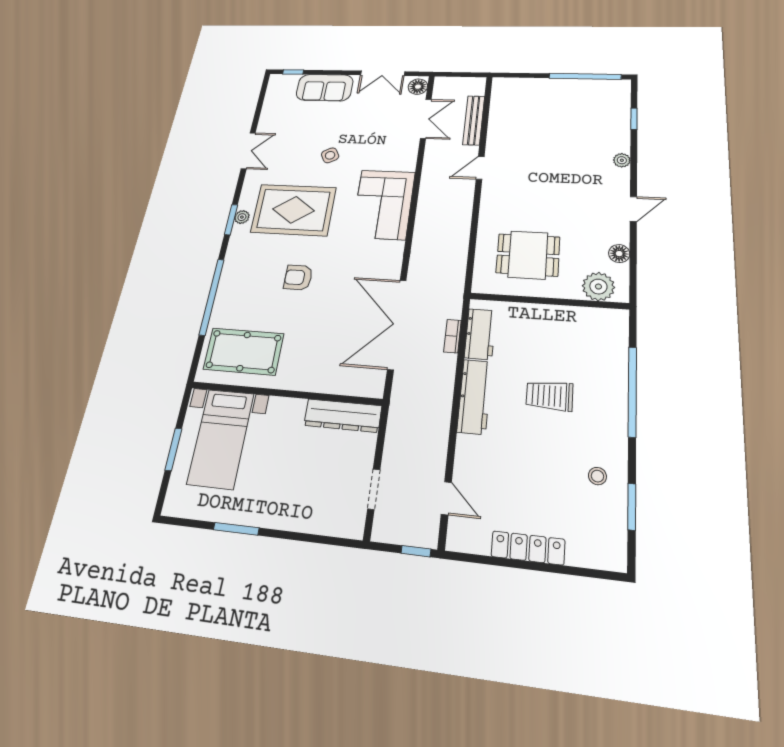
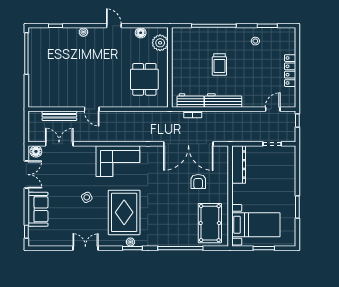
armchair: (298, 277) -> (198, 182), moved

